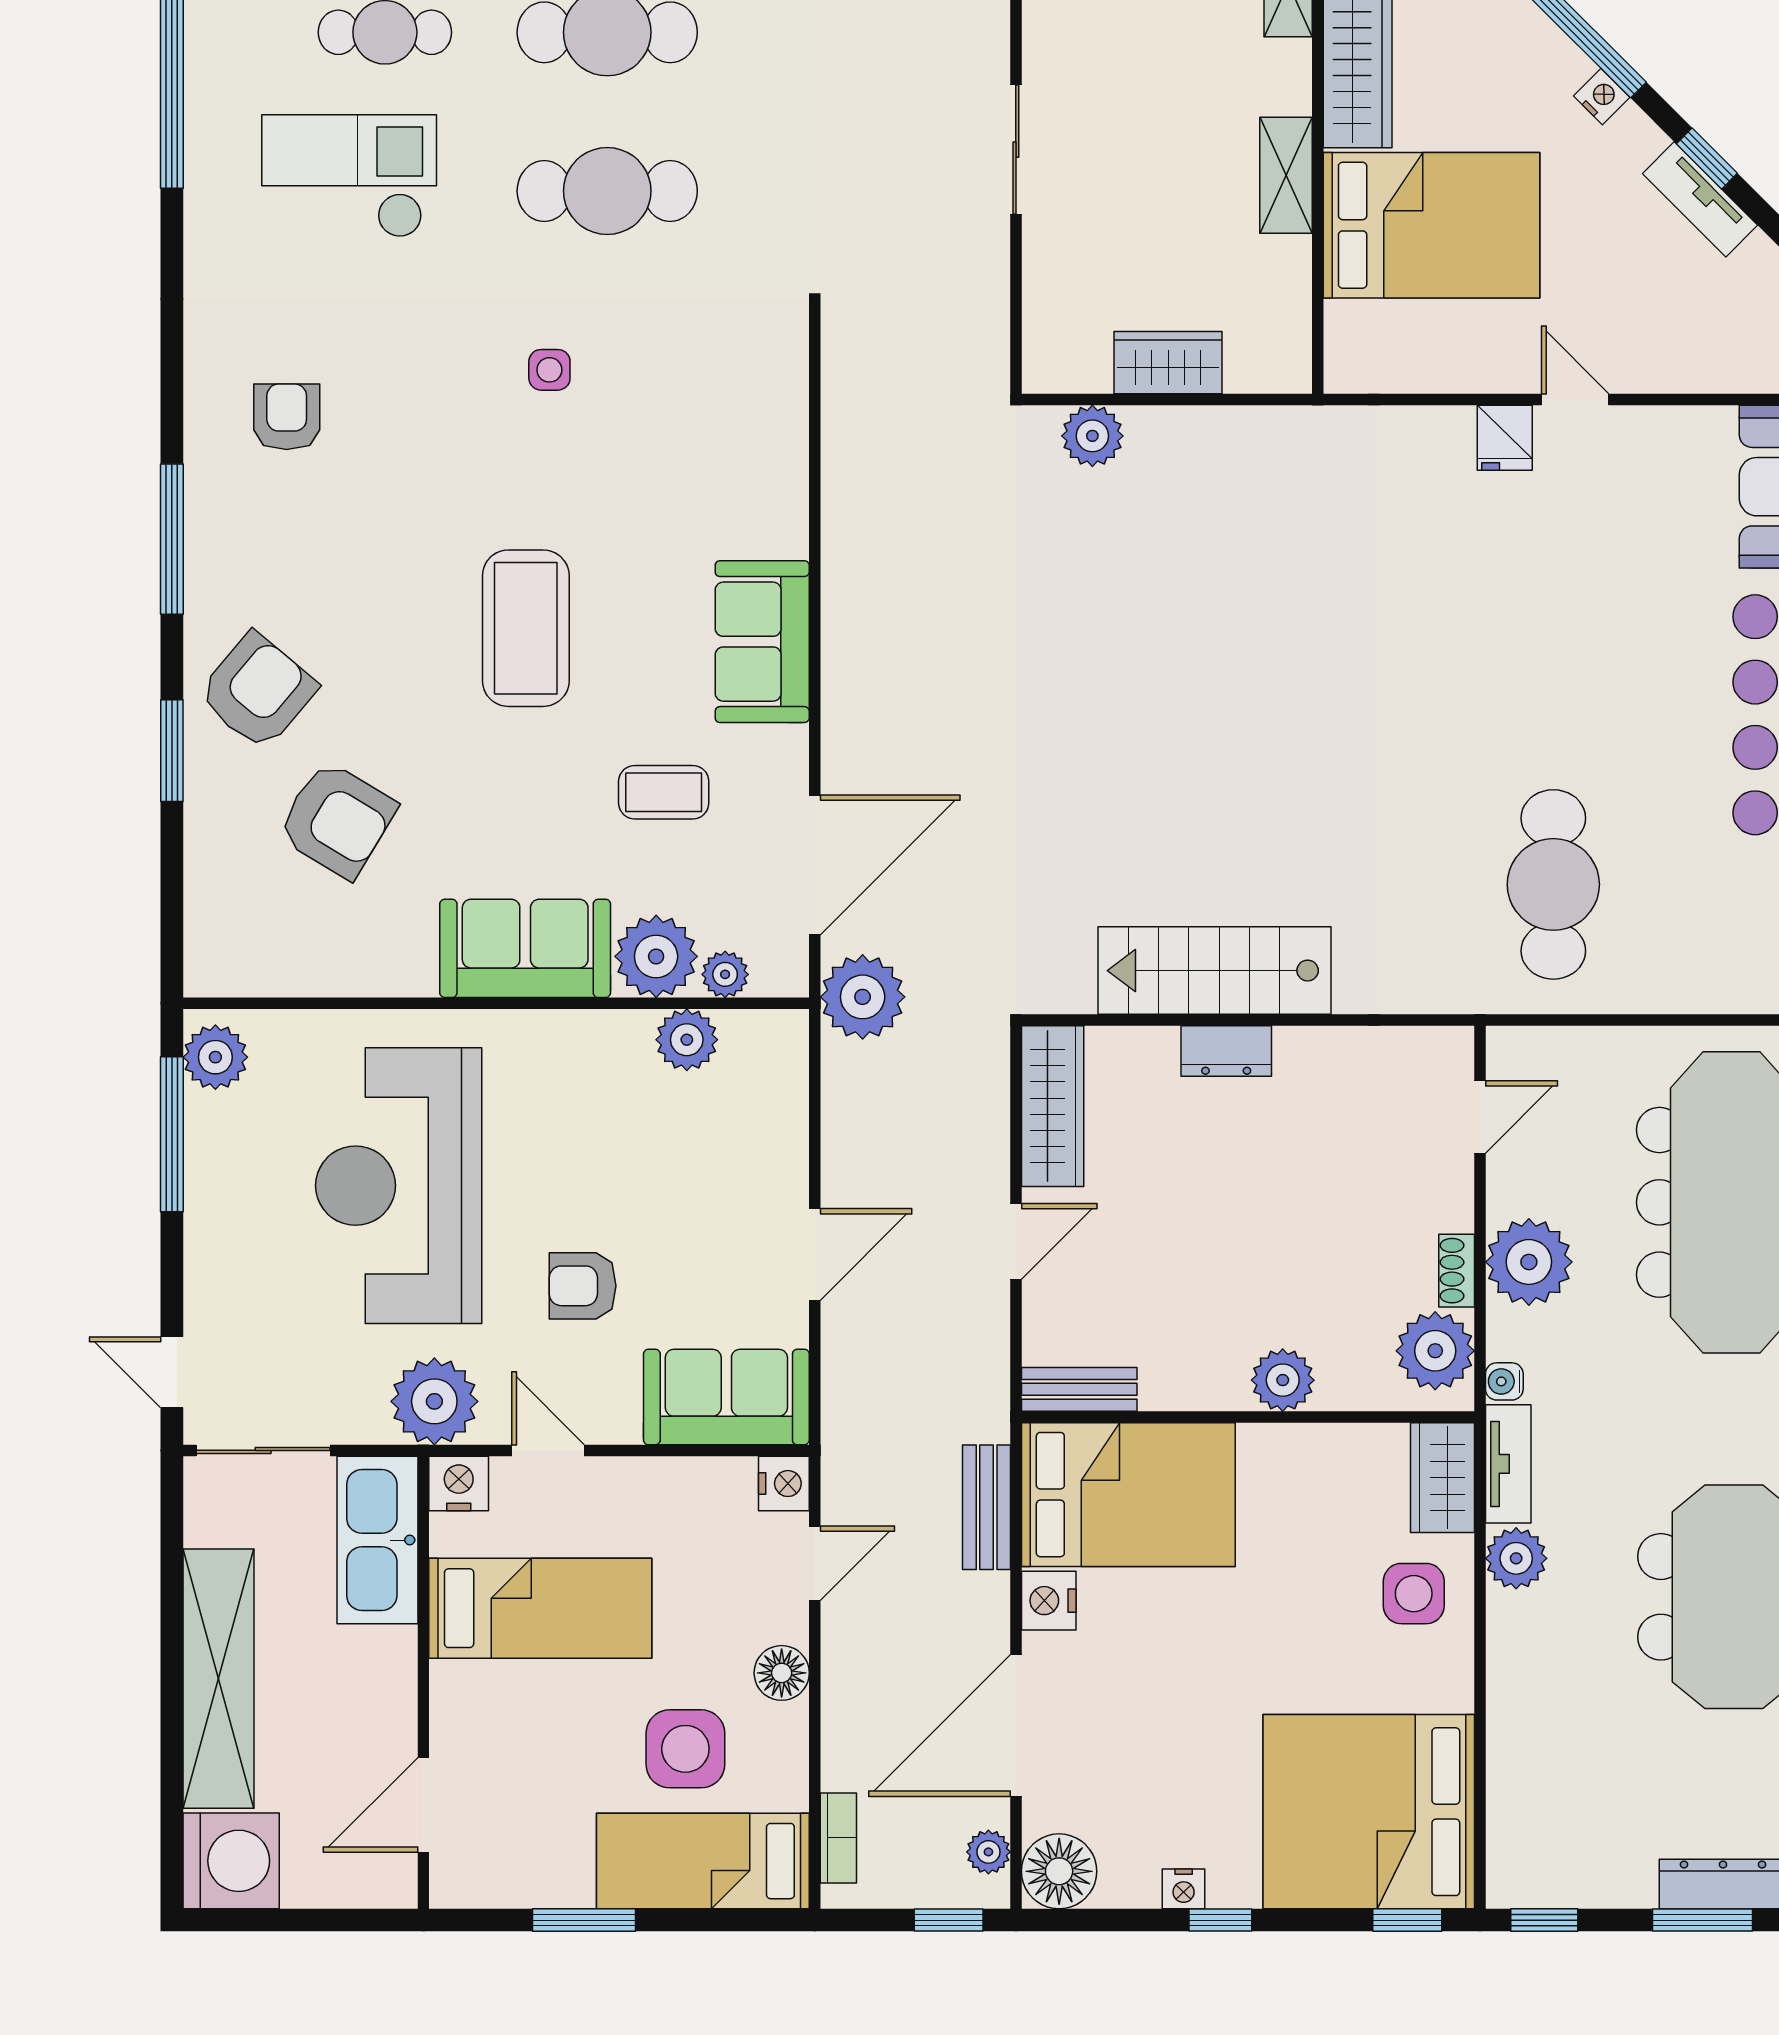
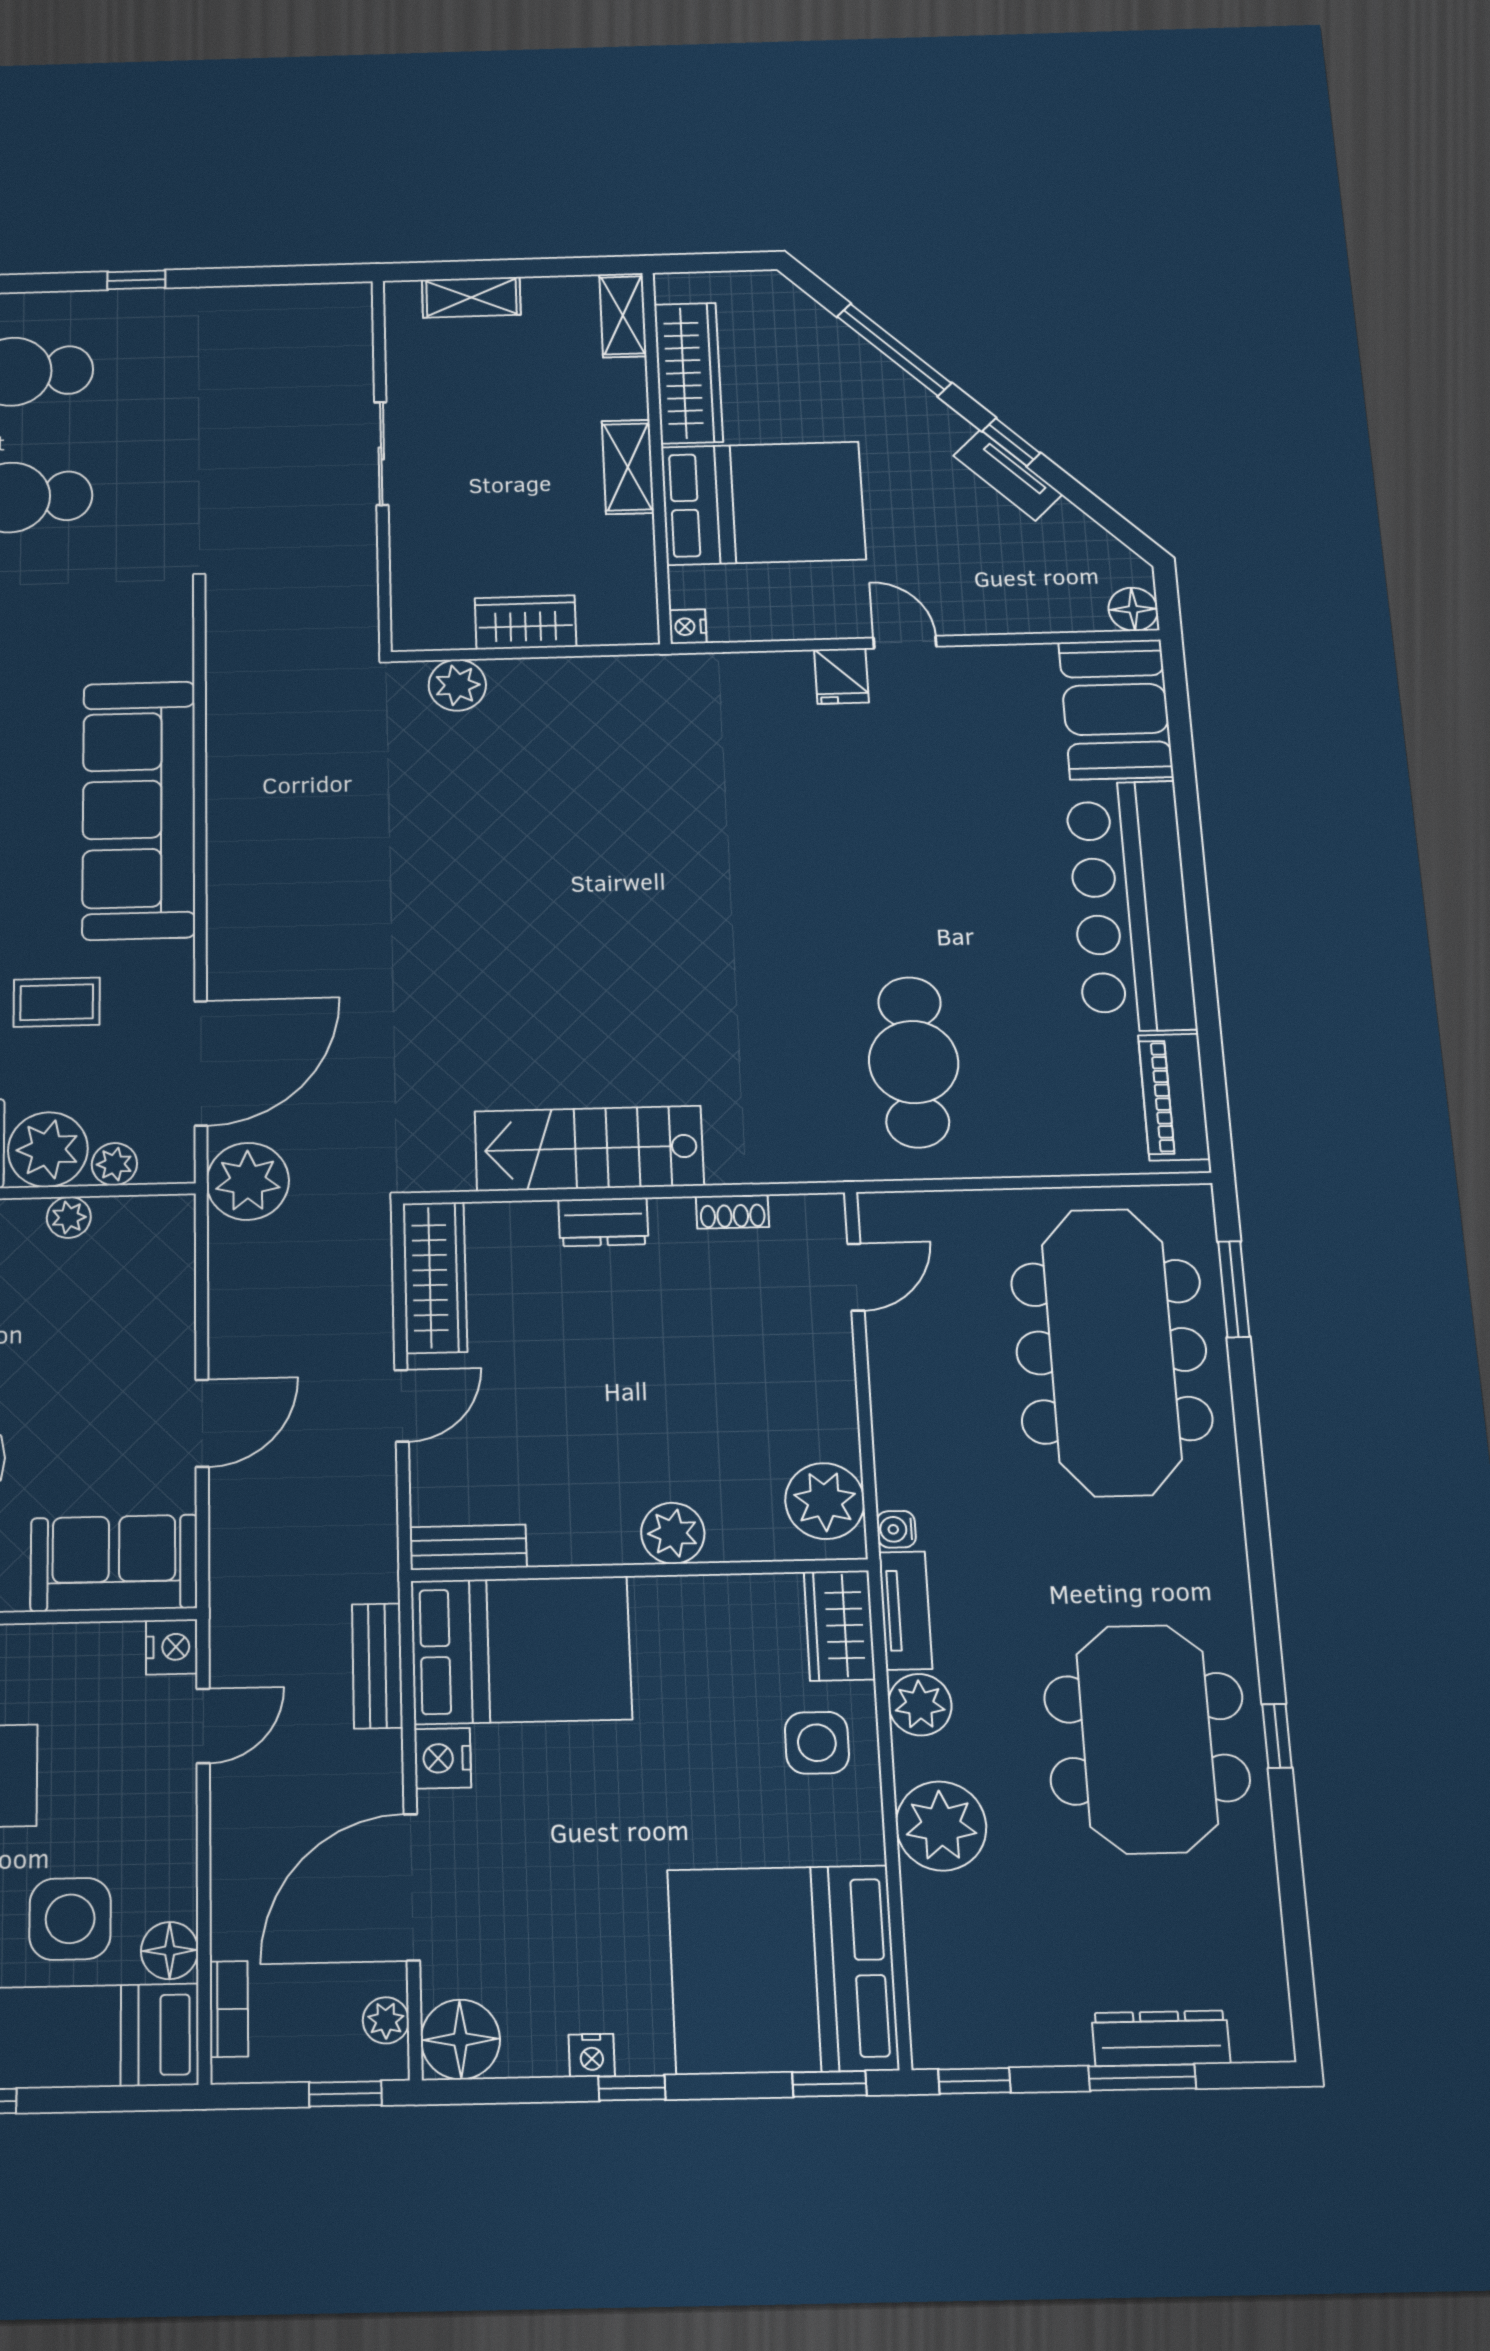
nightstand: (1602, 97) -> (688, 627), moved, turned -135
sofa: (762, 642) -> (139, 809), width x1.85, depth x1.27
plant: (687, 1040) -> (69, 1217), width x0.73, depth x0.73
plant: (1529, 1262) -> (941, 1826), moved
shoe rack: (1457, 1271) -> (732, 1212), moved, turned -90
floor lamp: (782, 1673) -> (170, 1951), moved

